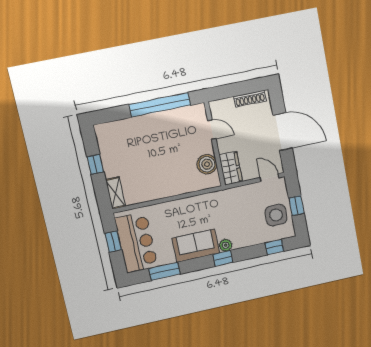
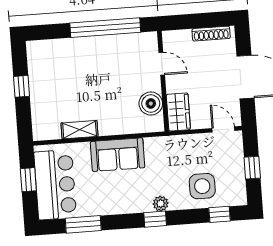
shelving: (116, 193) -> (80, 130), moved, turned 90
side table: (276, 215) -> (202, 186), moved
sofa: (196, 246) -> (118, 155), moved, turned 180

